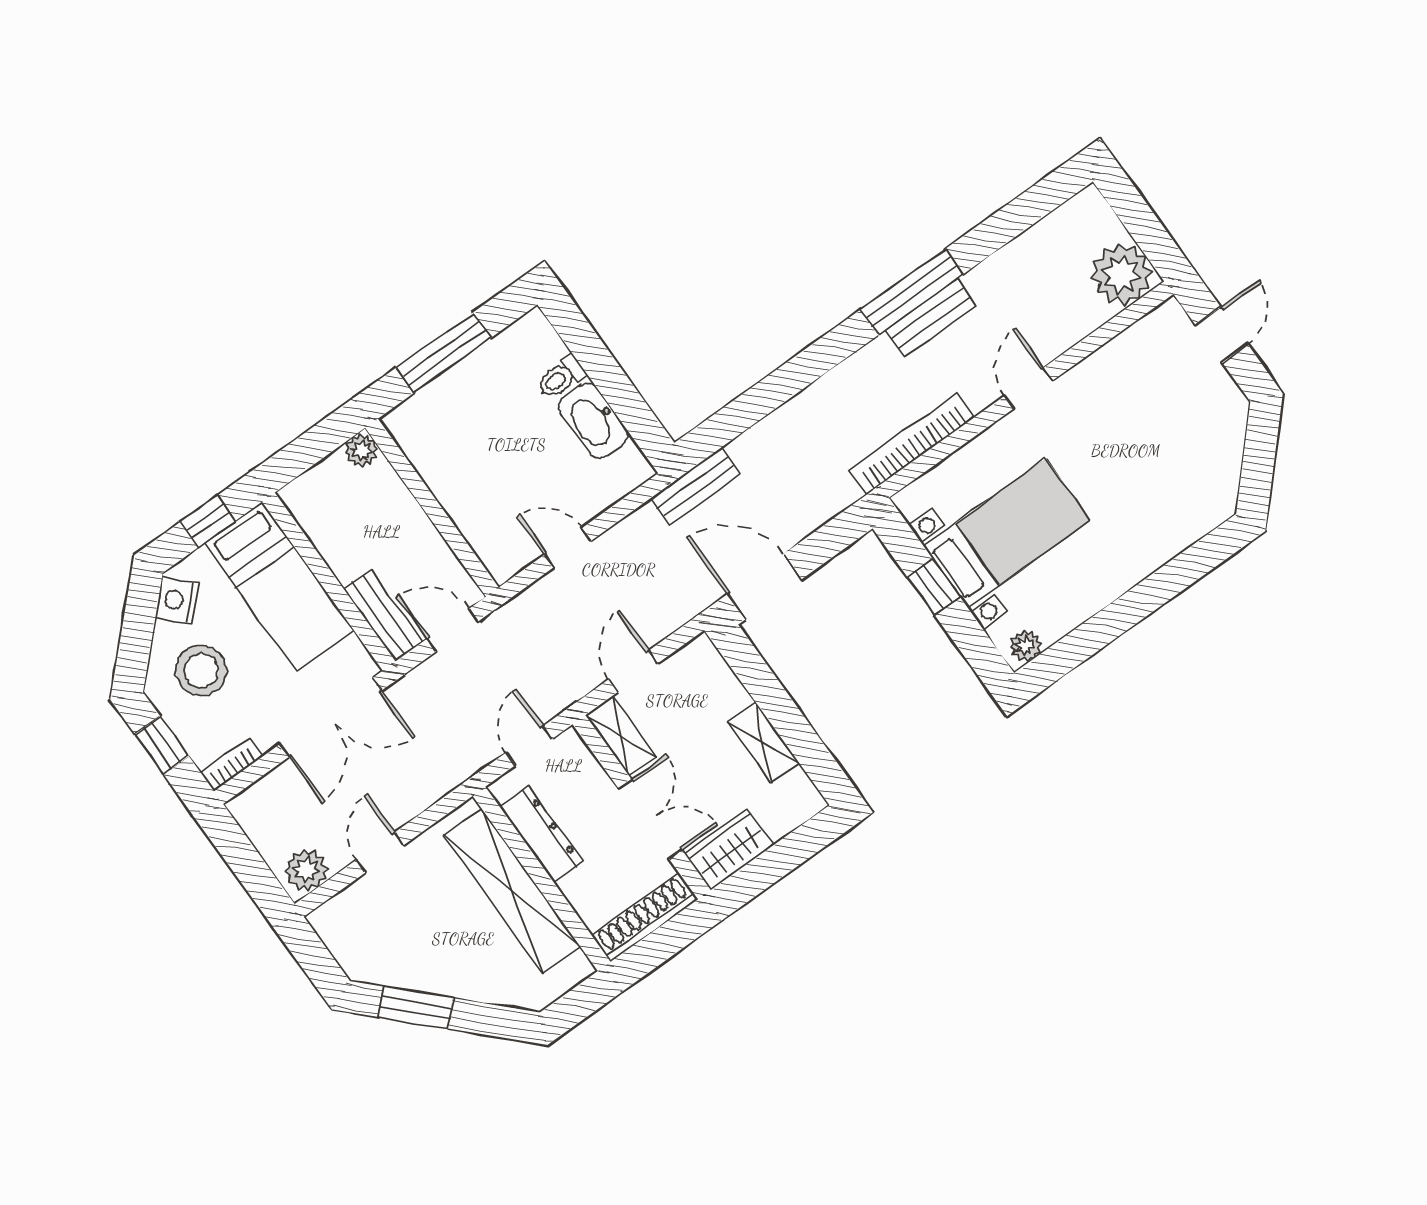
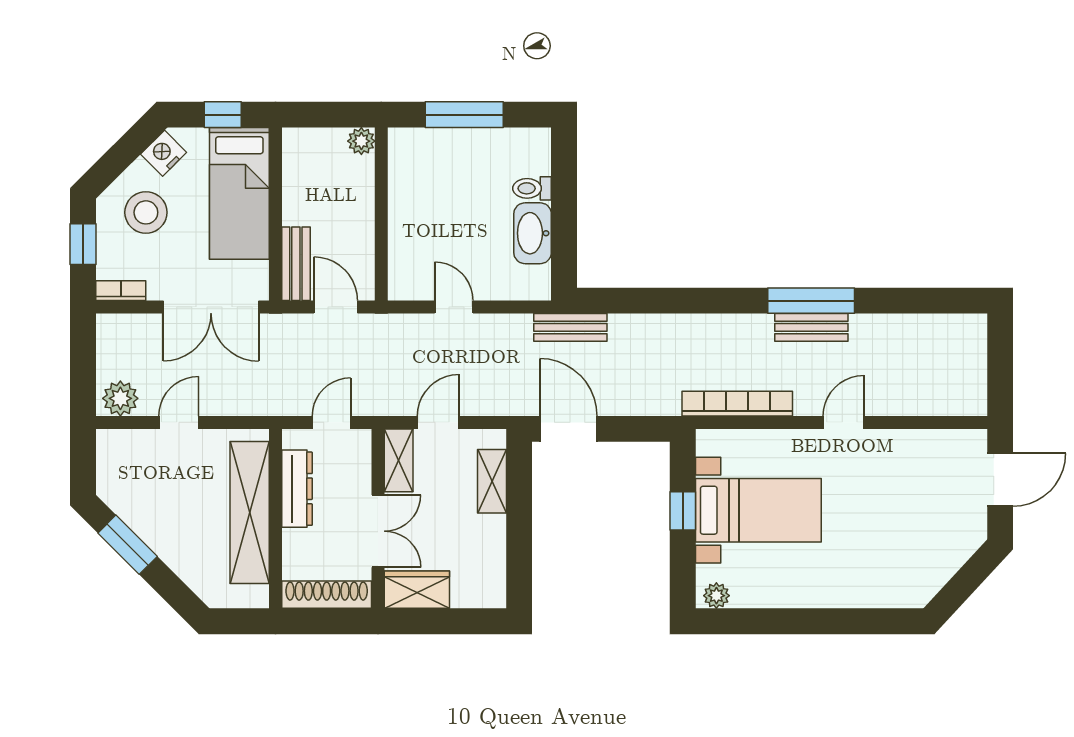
plant: (1122, 274) -> (962, 390), removed
door: (1222, 335) -> (1000, 480), width x1.38
shelving: (763, 742) -> (492, 481), moved

